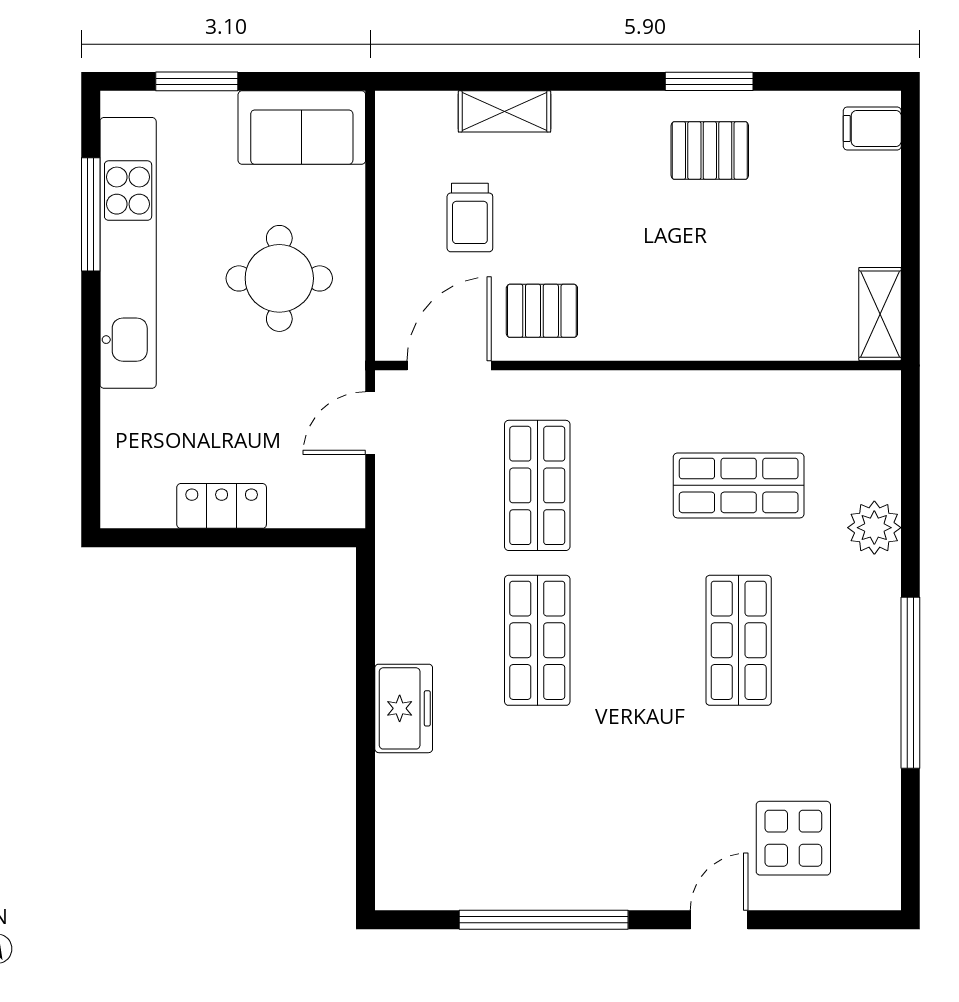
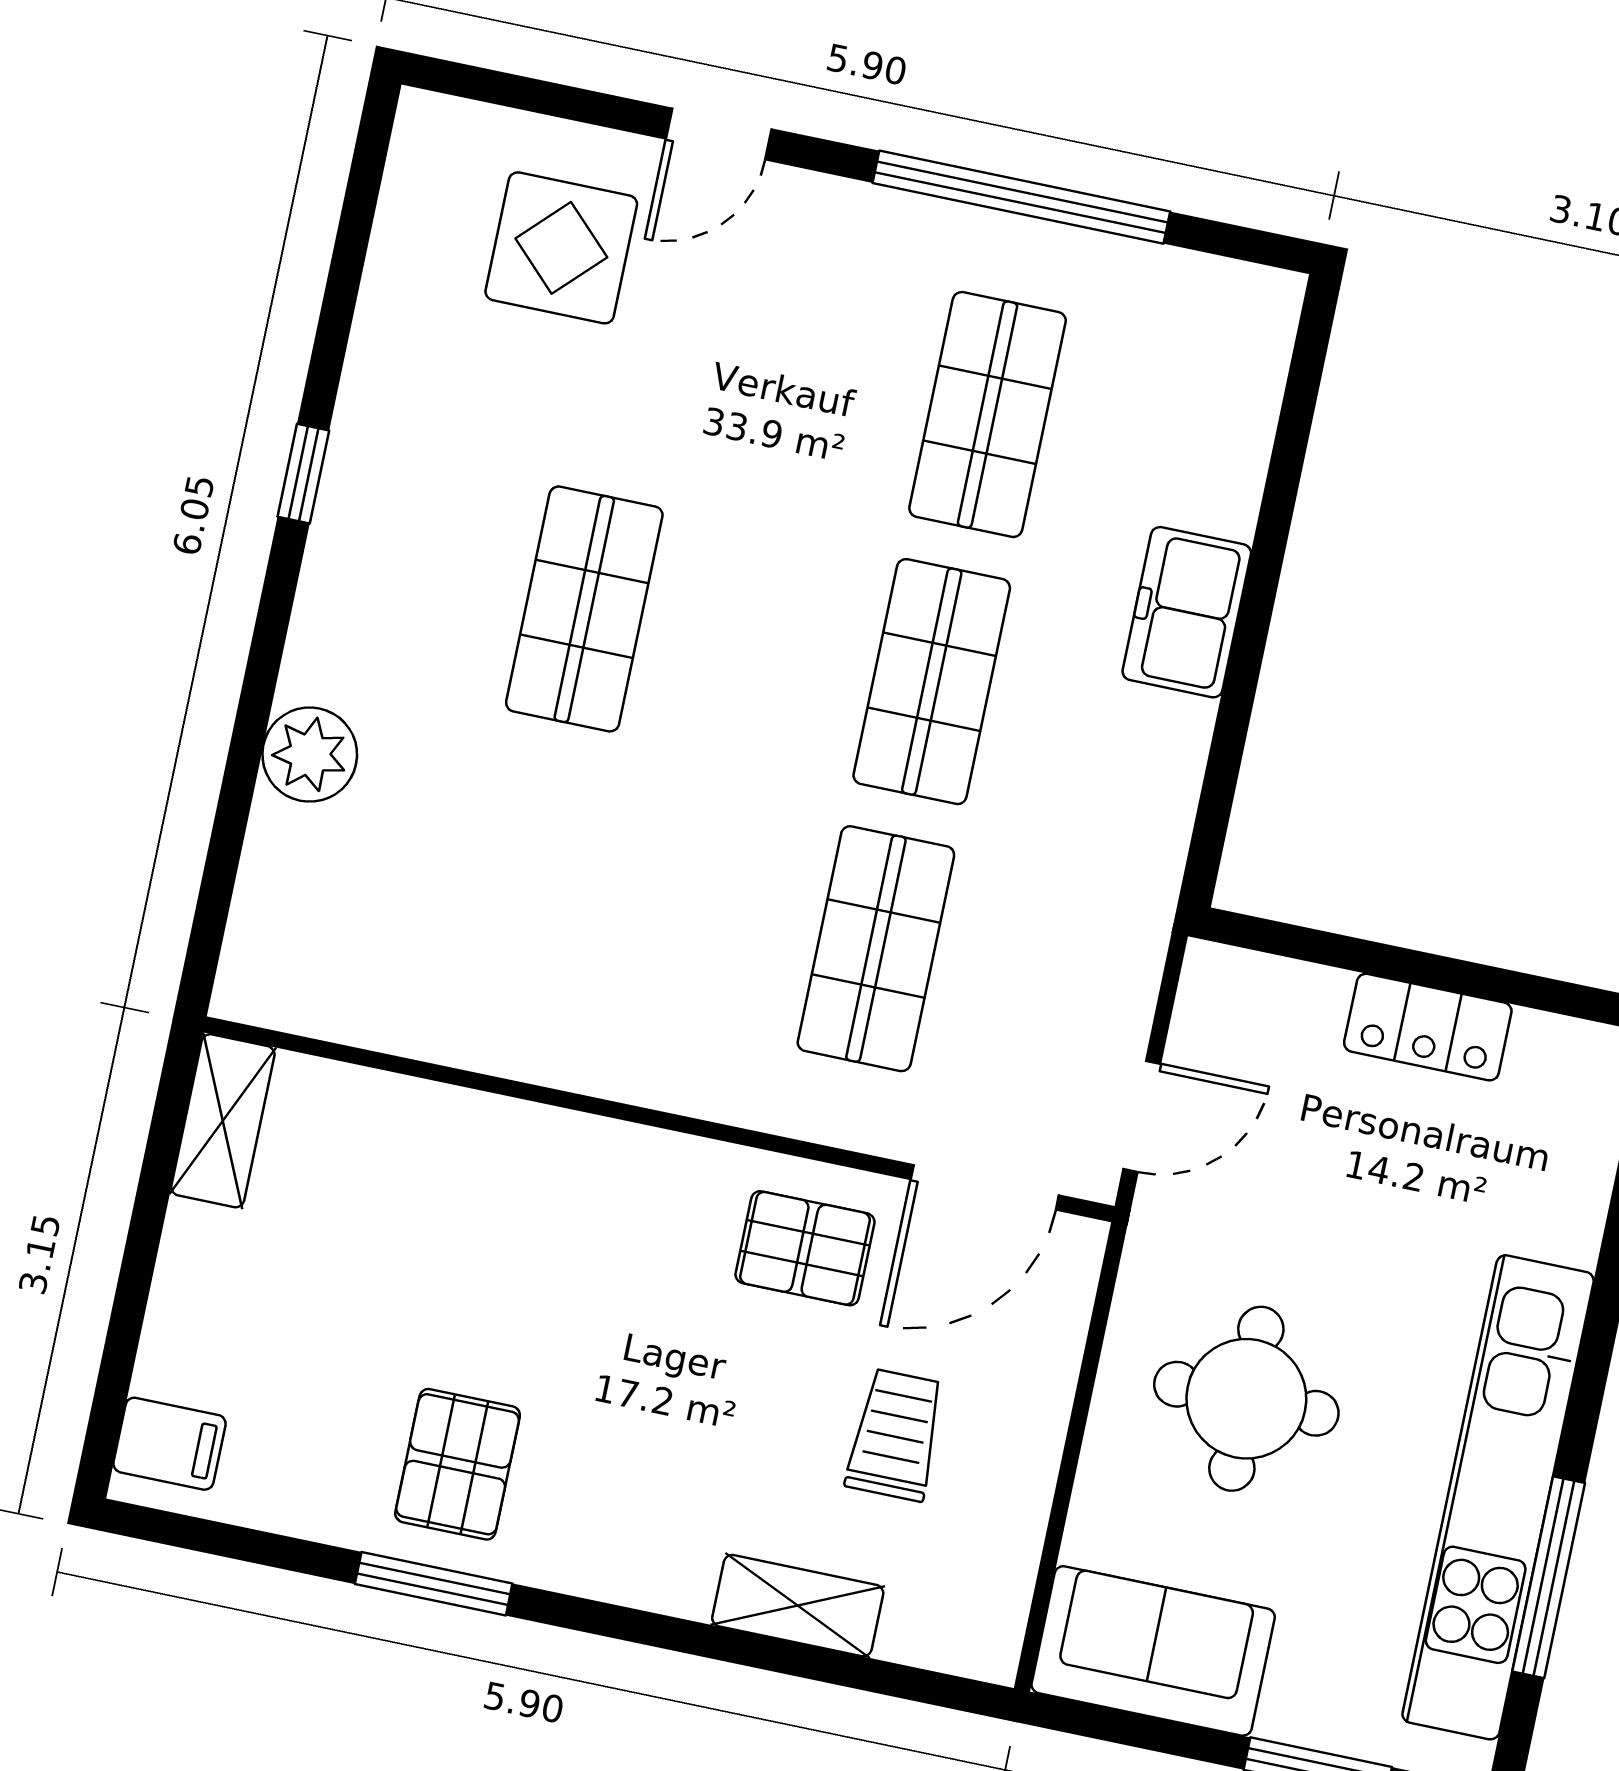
pallet: (710, 150) -> (458, 1464), turned 90
shop shelf: (739, 485) -> (988, 415), moved, turned 90
window: (910, 683) -> (303, 474), width x0.32

